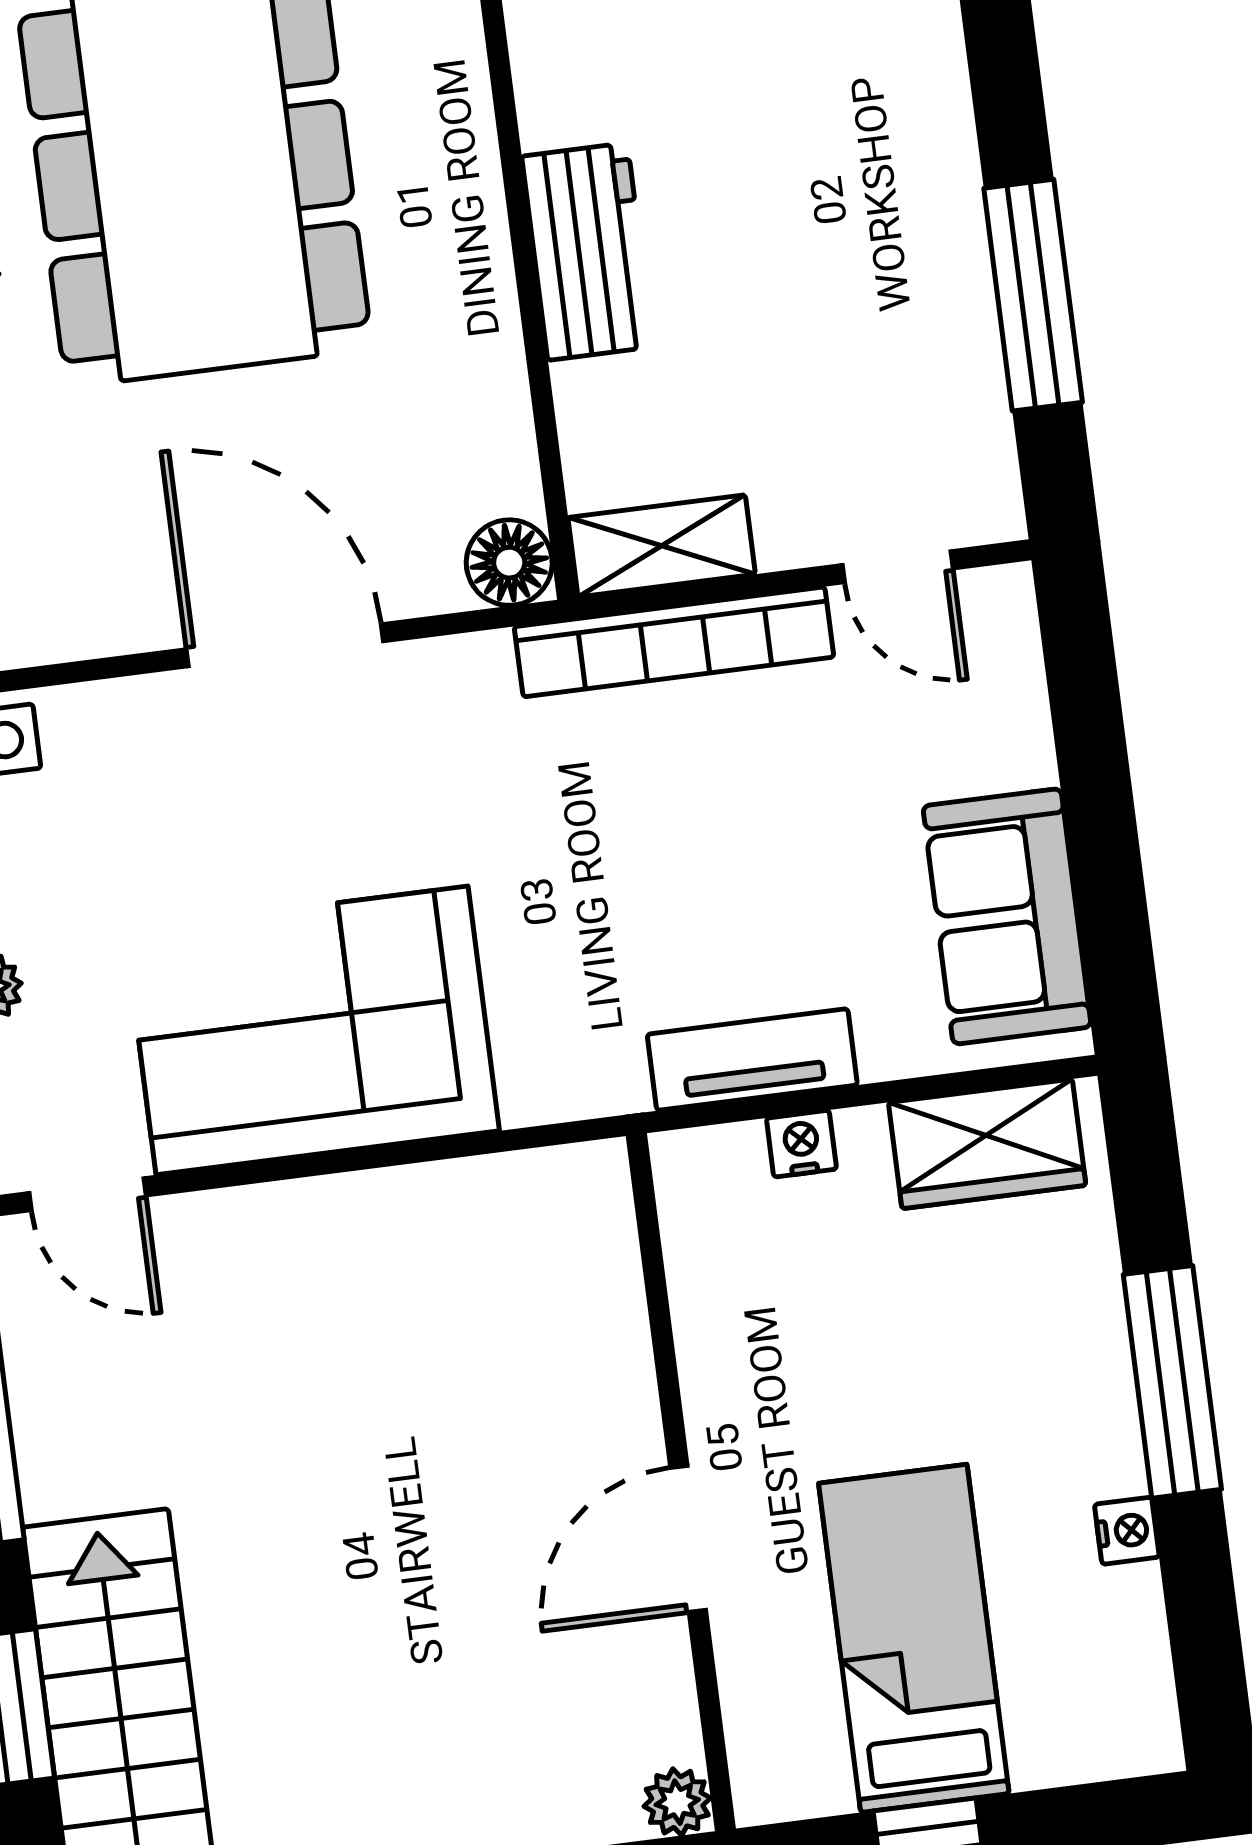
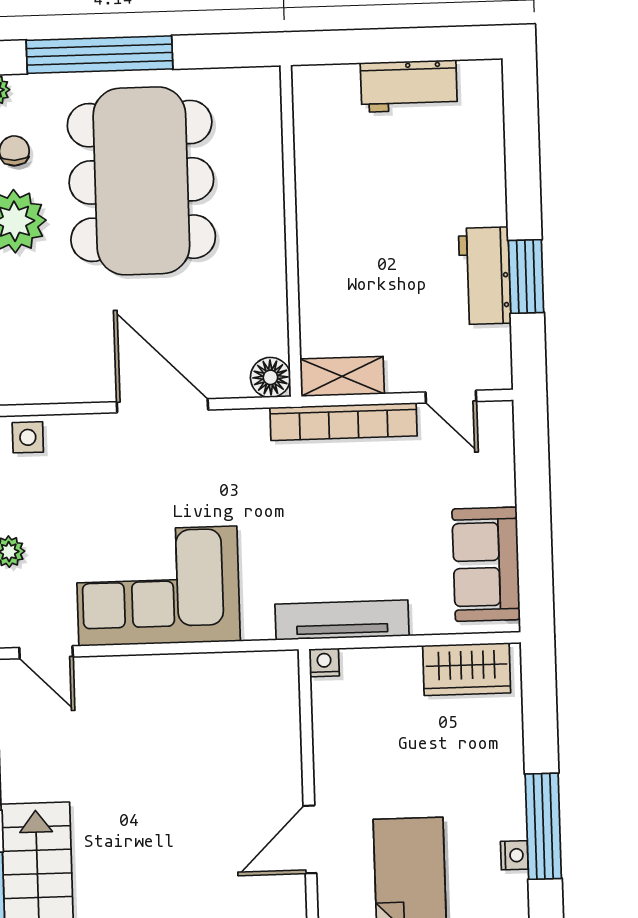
workbench: (588, 252) -> (485, 276), moved, turned 180
window: (1033, 295) -> (526, 276), width x0.69
tv unit: (752, 1060) -> (342, 620), width x1.41
nightstand: (801, 1144) -> (324, 662), moved
window: (1172, 1382) -> (543, 826), moved

